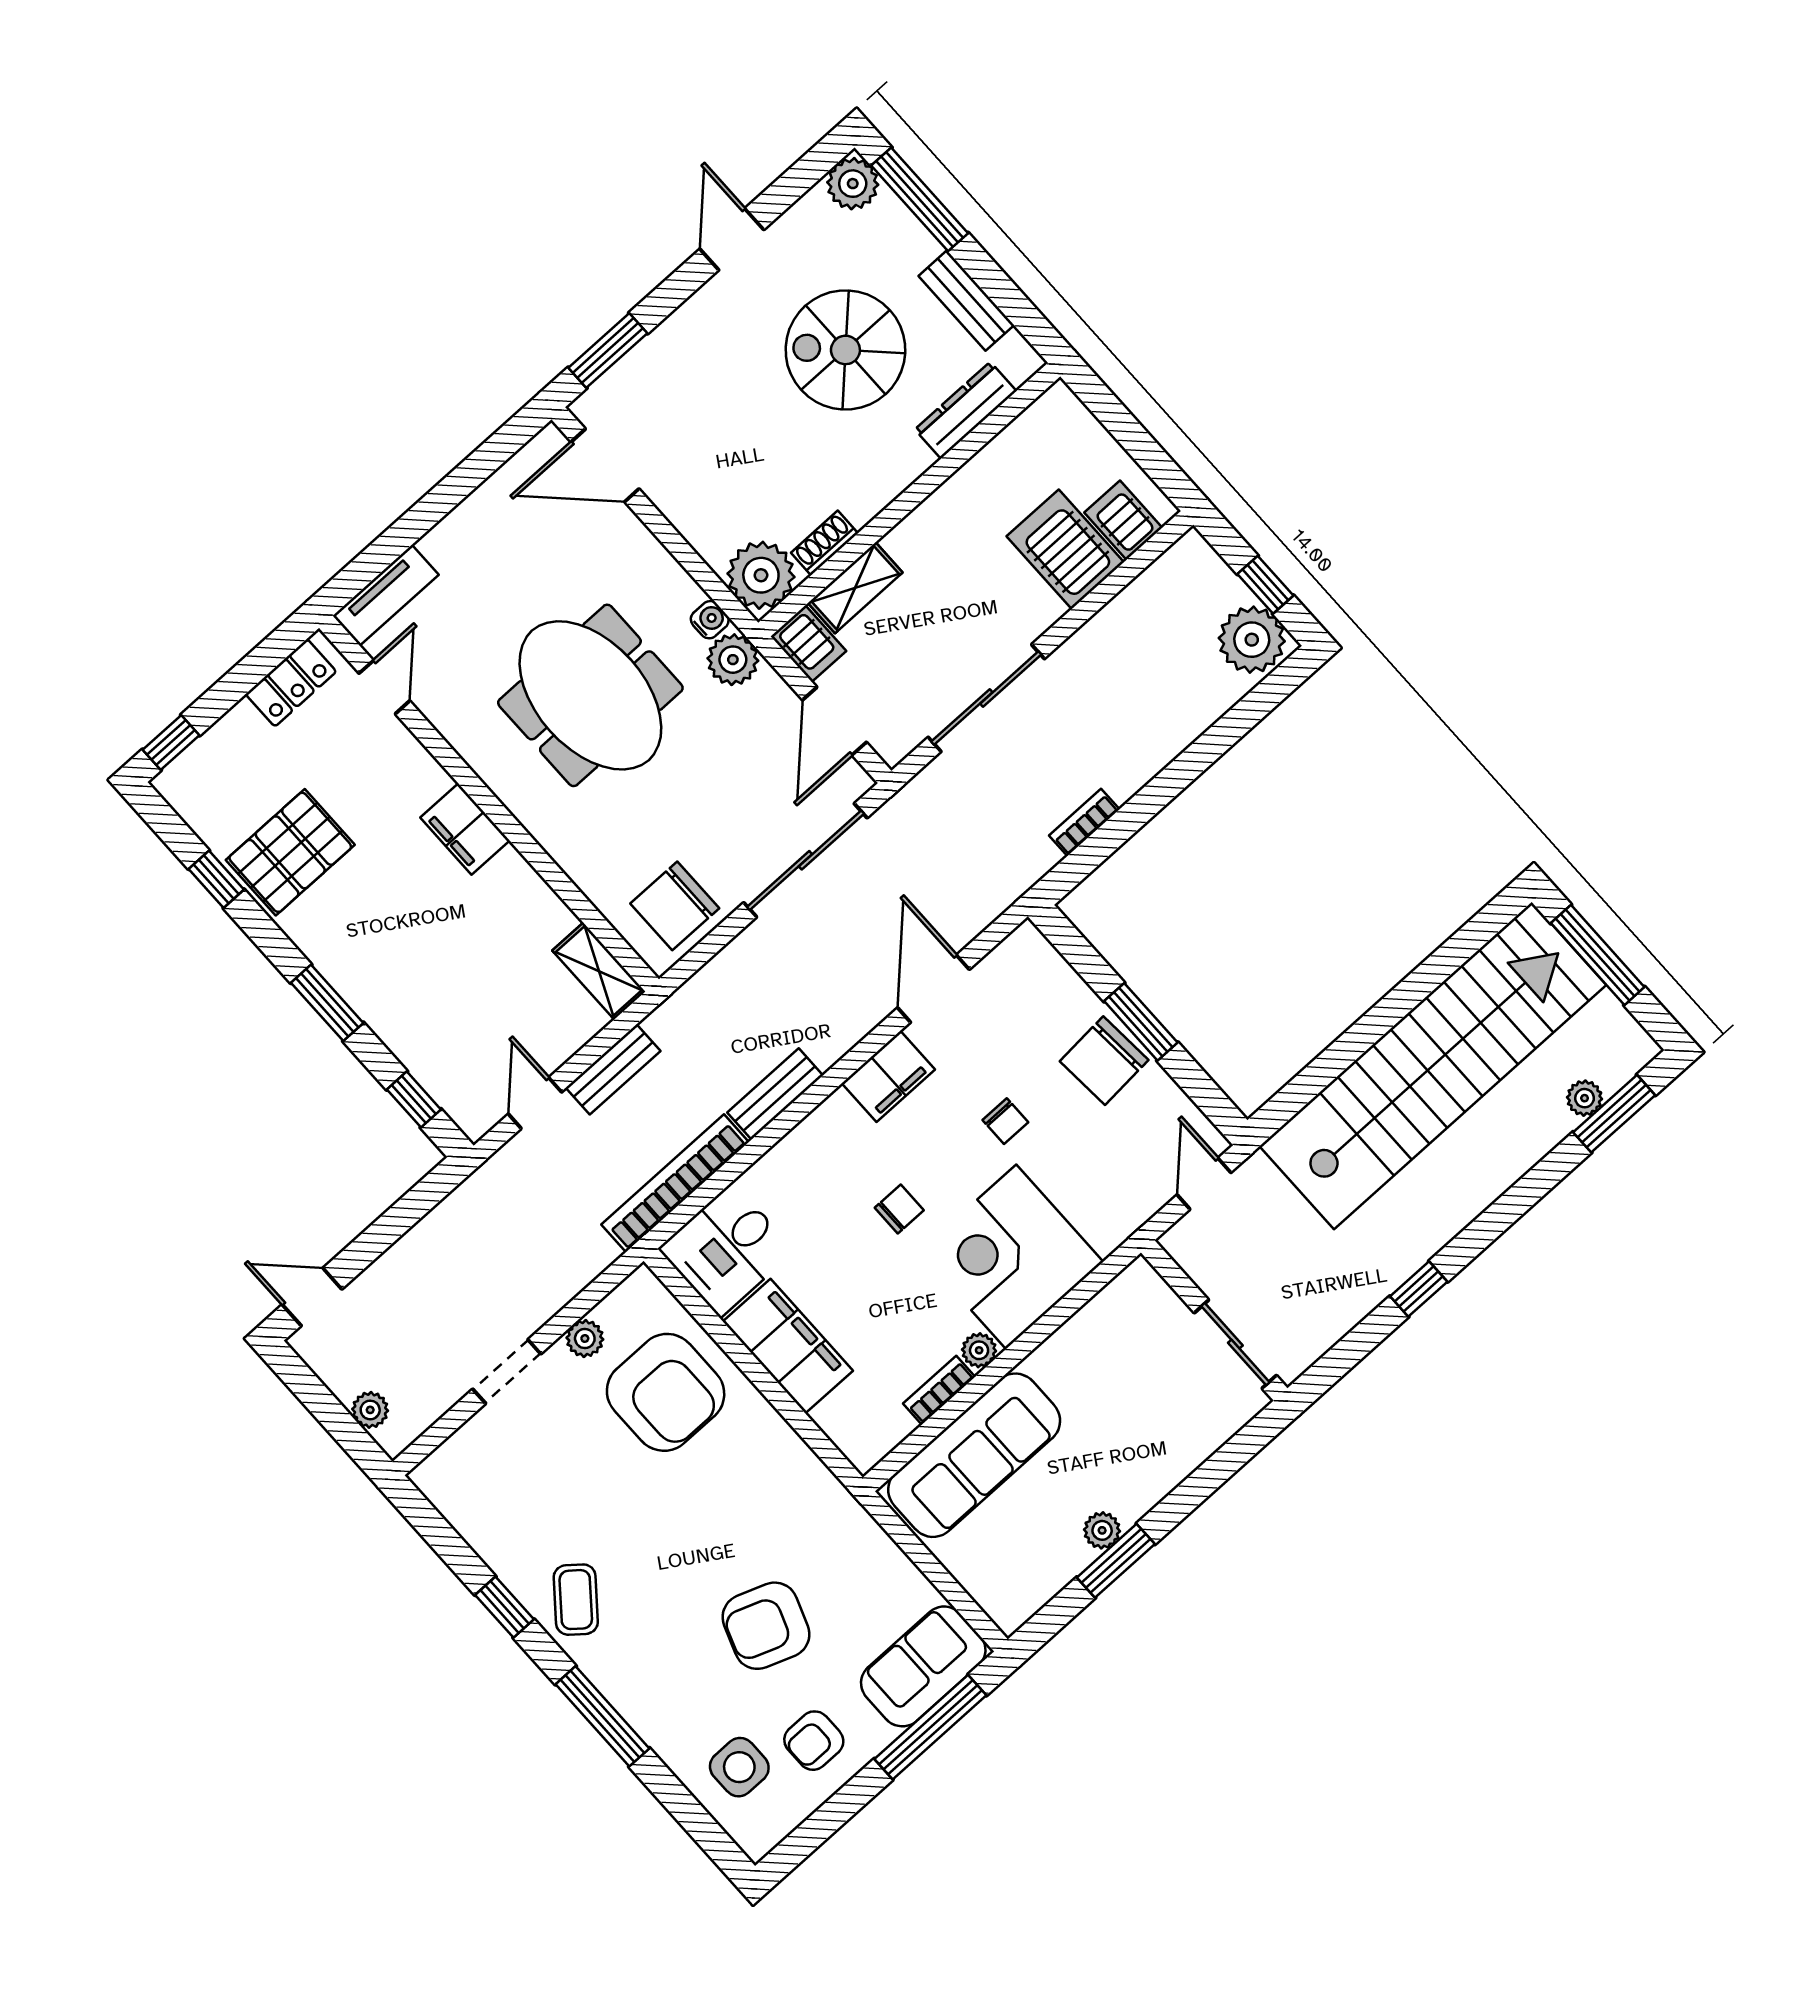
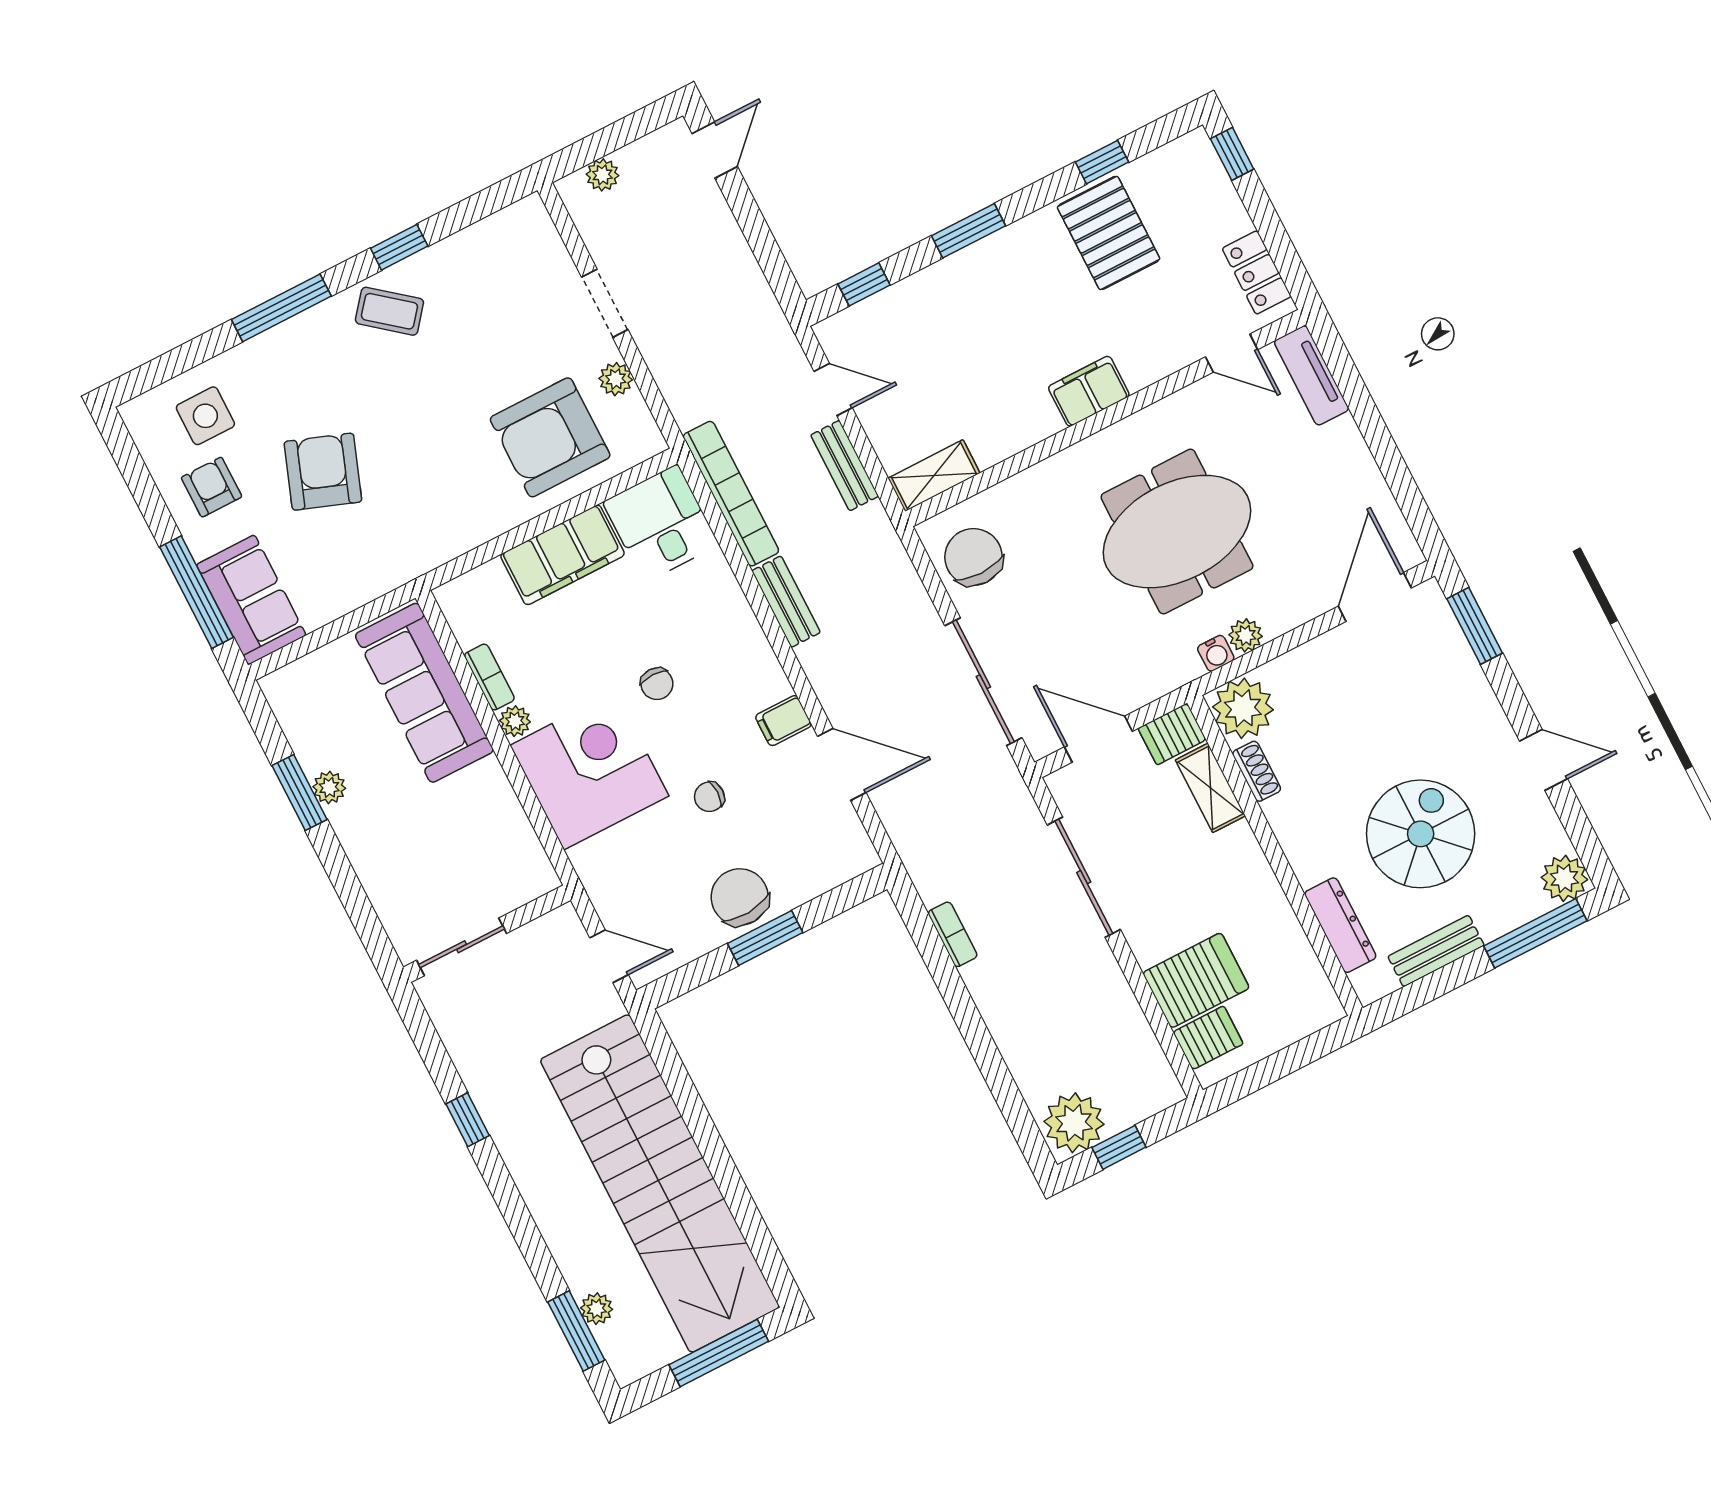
plant: (733, 660) -> (1246, 635), moved, width x0.73, depth x0.73
filing cabinet: (888, 1076) -> (783, 721), width x0.50

